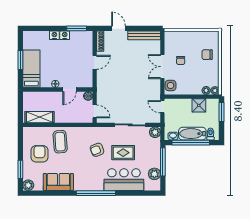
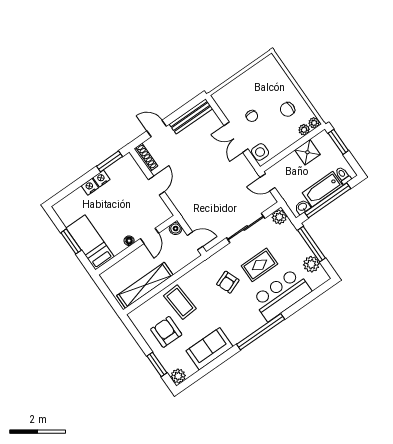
chair: (207, 55) -> (288, 109), moved
shelving: (39, 117) -> (145, 285), width x1.47

